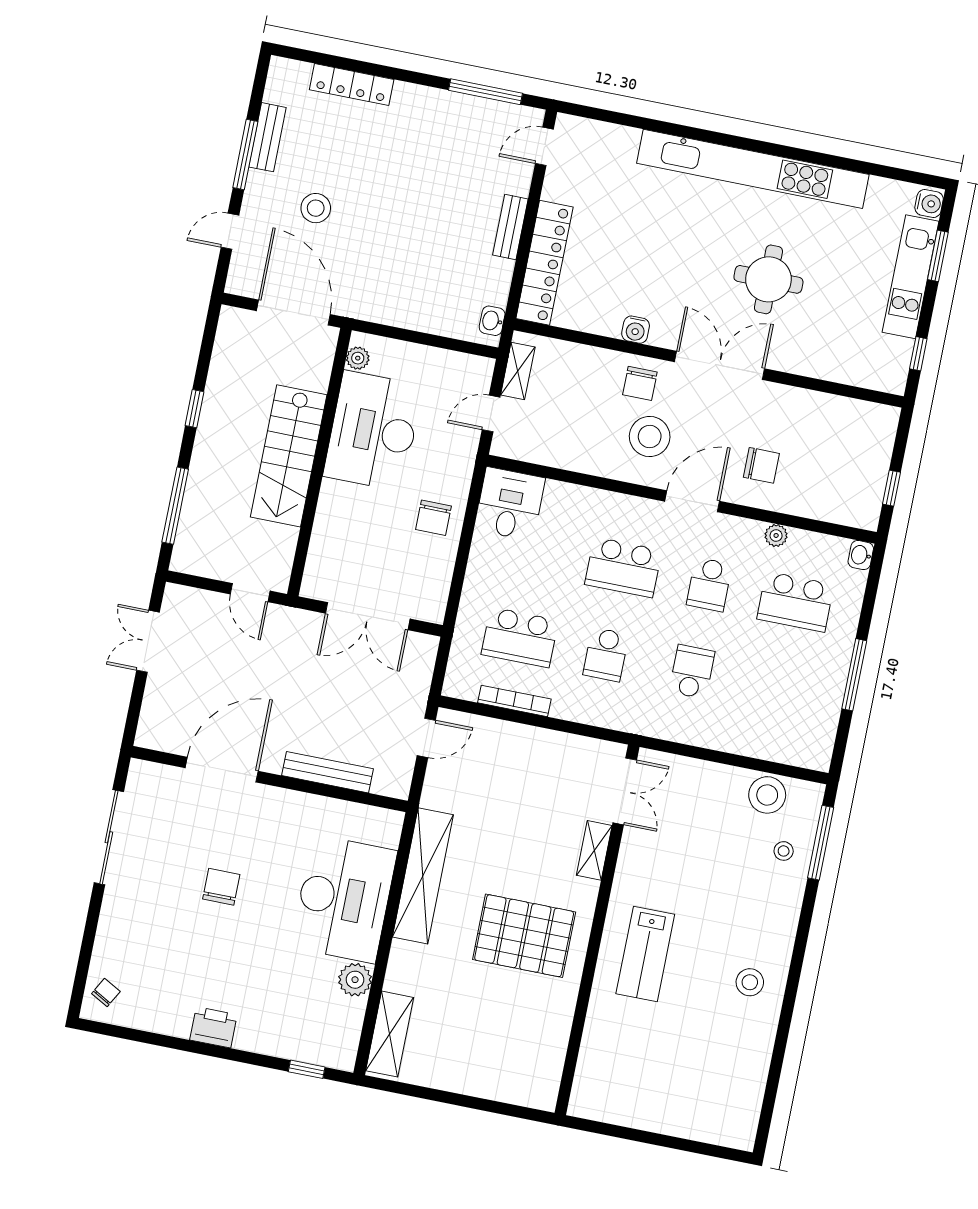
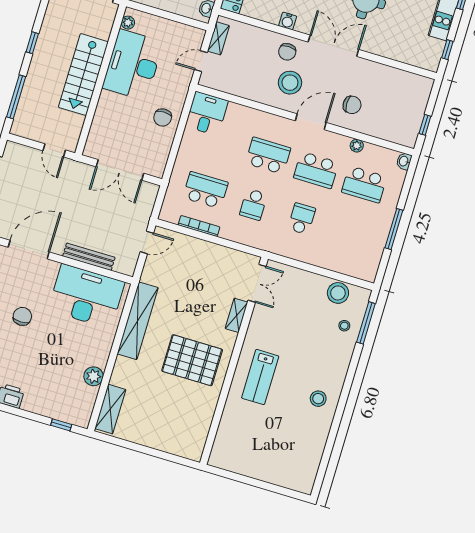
school desk: (623, 567) -> (268, 156), turned 180
school desk: (709, 585) -> (316, 170), width x1.85
school desk: (520, 637) -> (205, 190), turned 180
desk: (344, 899) -> (86, 296), moved, turned -90

